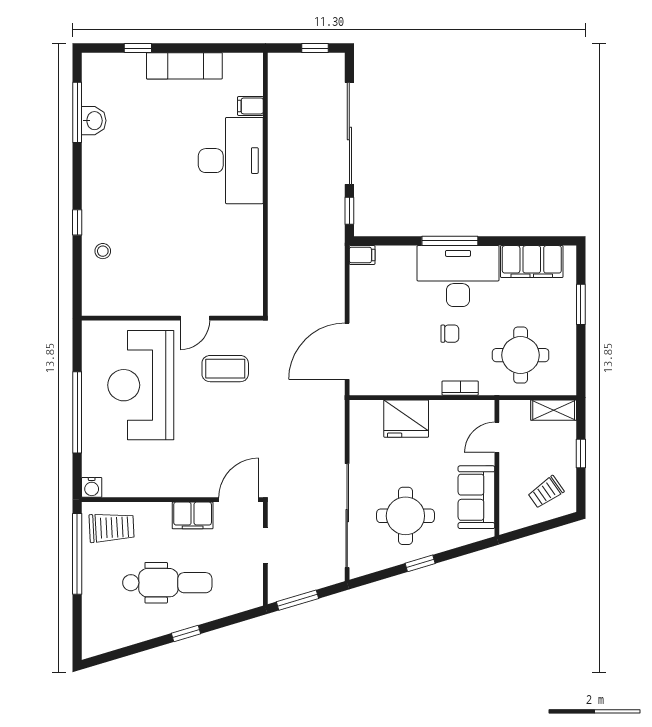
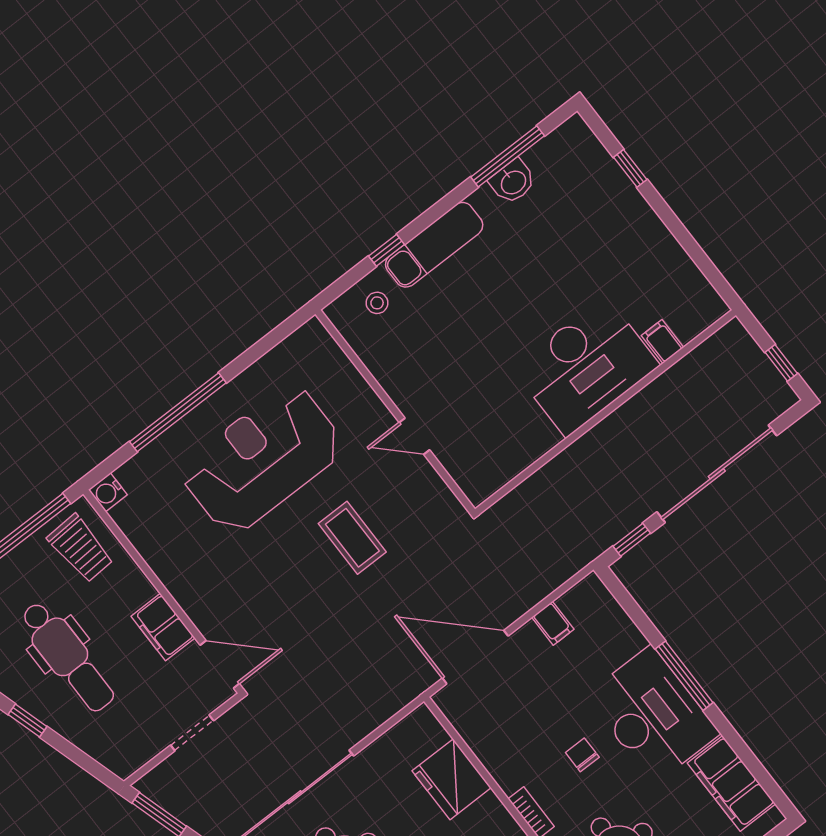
exam couch: (184, 66) -> (434, 245), moved, turned -90
filing cabinet: (362, 255) -> (553, 623), moved
wall: (172, 318) -> (395, 411), moved
door: (195, 318) -> (414, 436), moved
chair: (450, 334) -> (582, 755), turned 180

